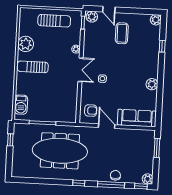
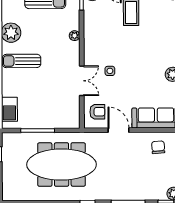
double door: (80, 70) -> (82, 81), moved
chair: (115, 175) -> (158, 147), moved

